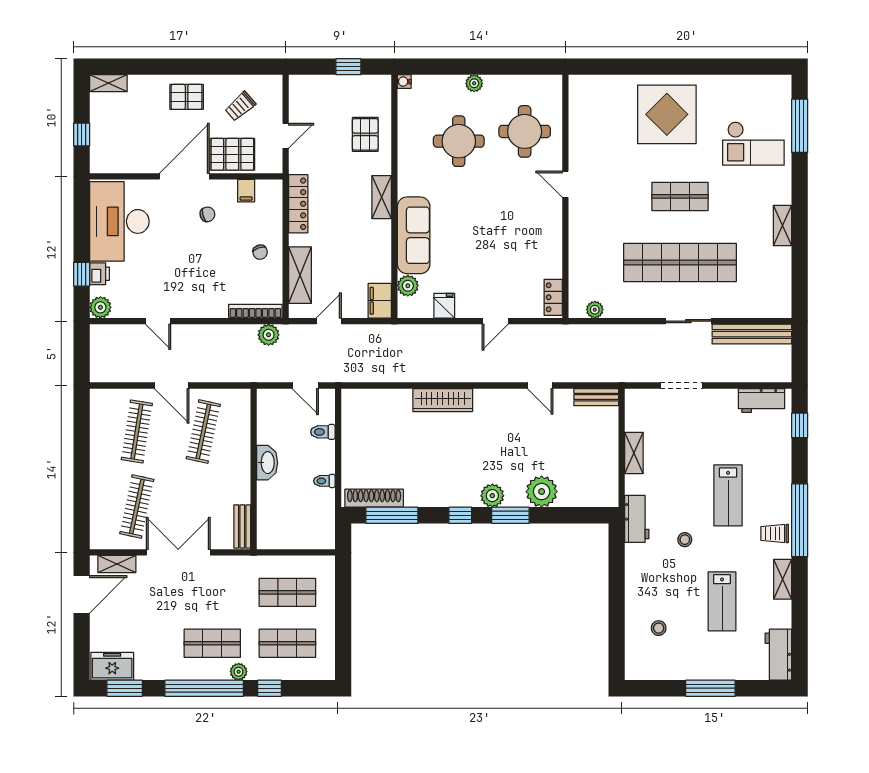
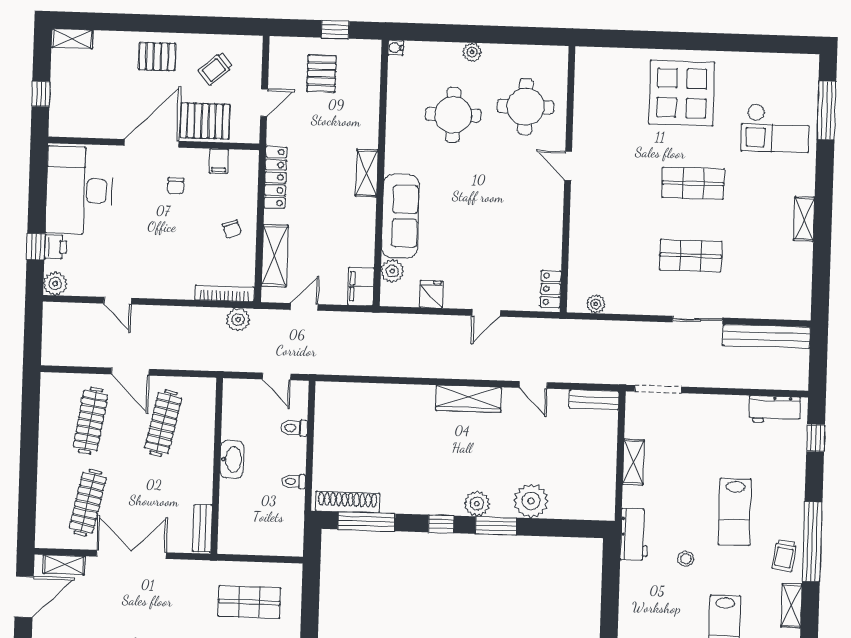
pallet: (365, 134) -> (322, 74), moved
chair: (207, 214) -> (176, 186), turned 106
shop shelf: (680, 263) -> (691, 256), width x0.50, depth x0.74
doorway: (681, 386) -> (658, 389), moved
wardrobe: (443, 400) -> (469, 399), moved
trolley: (775, 533) -> (784, 555), turned -82

